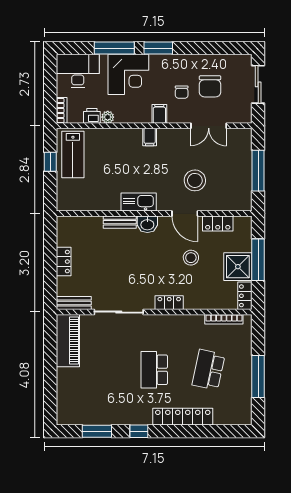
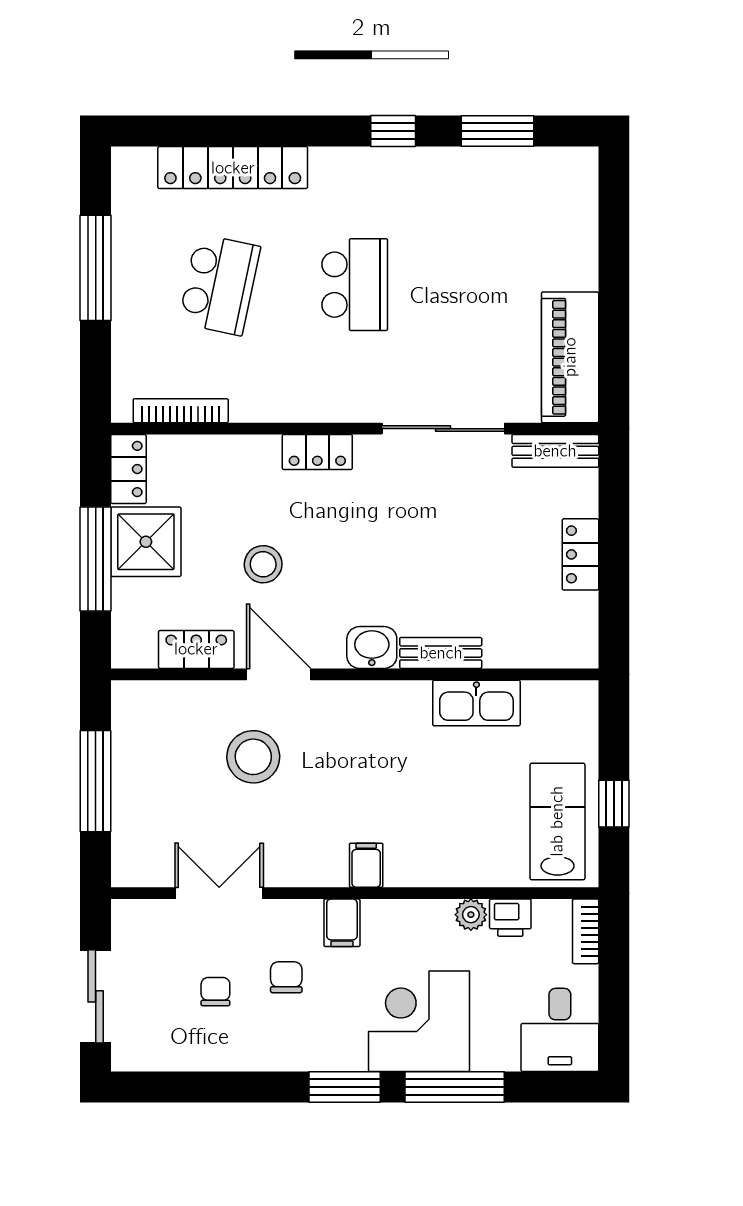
desk: (78, 71) -> (560, 1030), width x0.73
chair: (210, 86) -> (215, 992), width x0.54, depth x0.54
kitchen sink: (139, 202) -> (476, 703), moved
locker: (183, 417) -> (233, 168), moved

